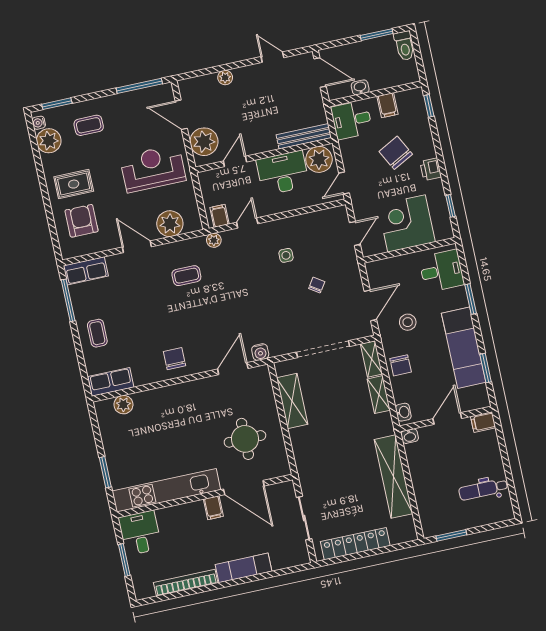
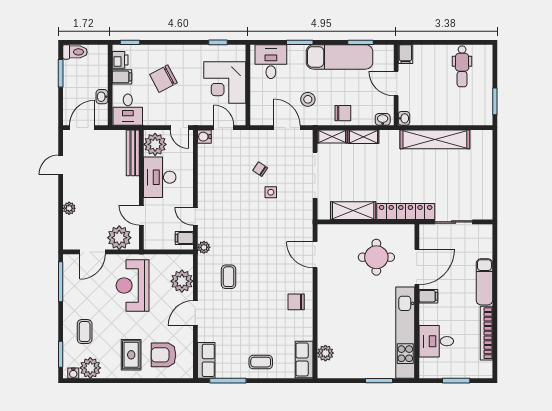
printer: (431, 169) -> (120, 60), moved, turned -90
side table: (286, 255) -> (271, 192), moved
water cooler: (260, 352) -> (204, 137), moved, turned 180
desk: (140, 533) -> (436, 341), moved
locker: (355, 544) -> (406, 212), moved, turned 90

